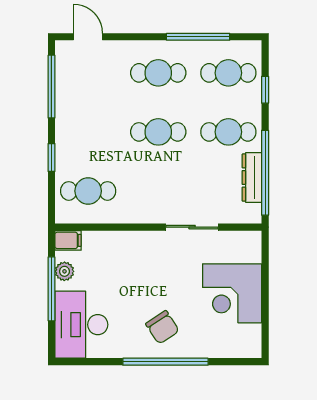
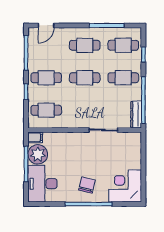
door: (88, 37) -> (46, 25), swing flipped
cafe table: (88, 132) -> (46, 78), added
dresser: (252, 178) -> (136, 114), moved
plant: (64, 271) -> (38, 154), width x1.88, depth x1.88
corner desk: (232, 293) -> (125, 186), moved, turned 90
chair: (162, 327) -> (87, 185), turned -133

